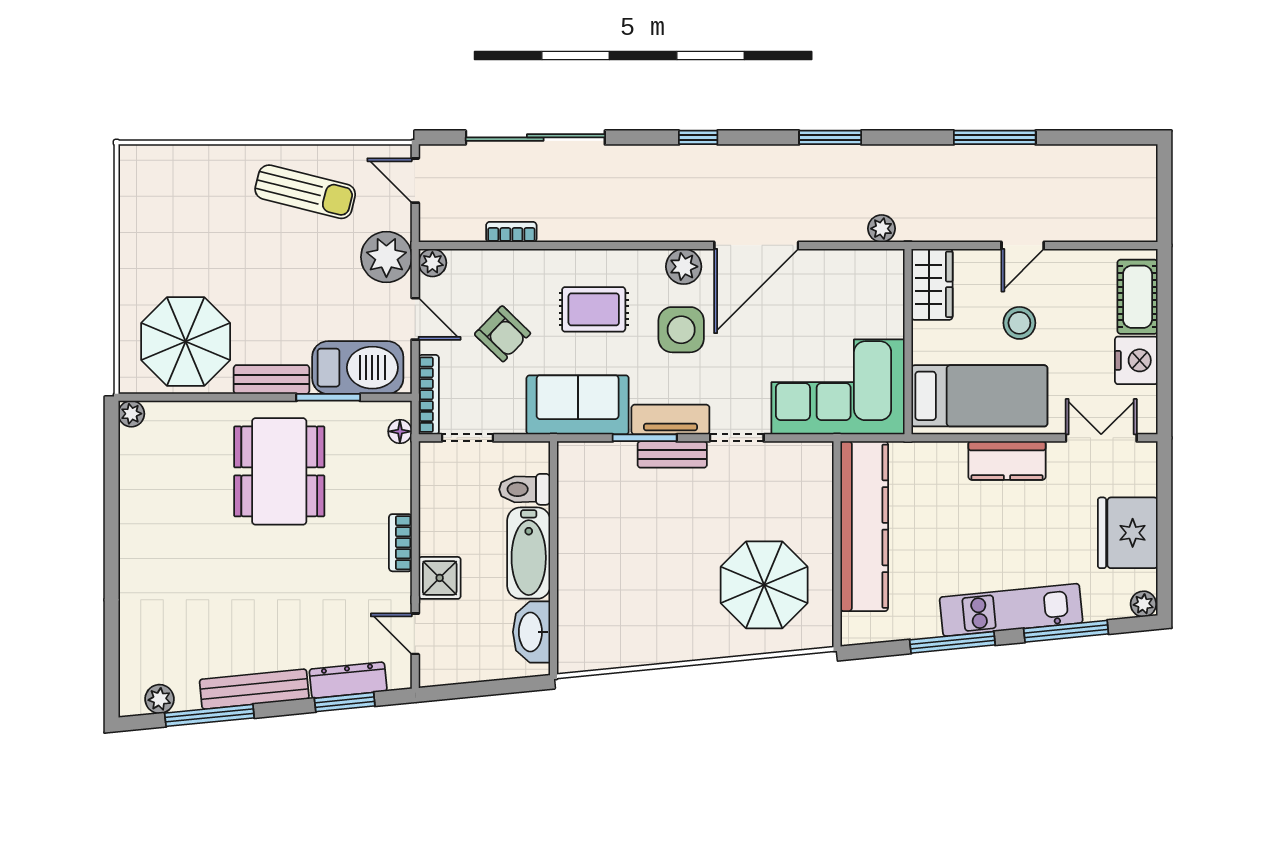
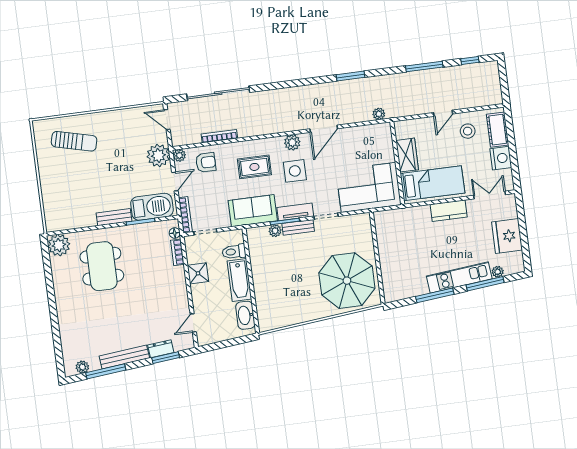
window: (698, 137) -> (470, 61), moved
sun lounger: (305, 192) -> (74, 141), moved
bookcase: (511, 232) -> (219, 136), width x1.56
door: (756, 245) -> (324, 129), width x0.73
wardrobe: (932, 284) -> (407, 155), moved
door: (415, 319) -> (175, 182), hinge flipped
stool: (1019, 323) -> (468, 131), moved
armchair: (503, 334) -> (206, 162), moved, turned -44
parasol: (186, 342) -> (73, 205), removed
plant: (131, 414) -> (59, 245), width x1.88, depth x1.88
plant: (621, 455) -> (275, 231), added
dining table: (279, 471) -> (102, 266), moved
kitchen counter: (864, 526) -> (388, 248), removed
bookcase: (400, 543) -> (177, 252), moved
shower: (440, 578) -> (198, 273), moved
parasol: (764, 585) -> (347, 281), width x1.36, depth x1.36
plant: (1143, 604) -> (498, 272), moved
door: (415, 634) -> (193, 323), hinge flipped
dresser: (348, 680) -> (161, 349), width x0.70

